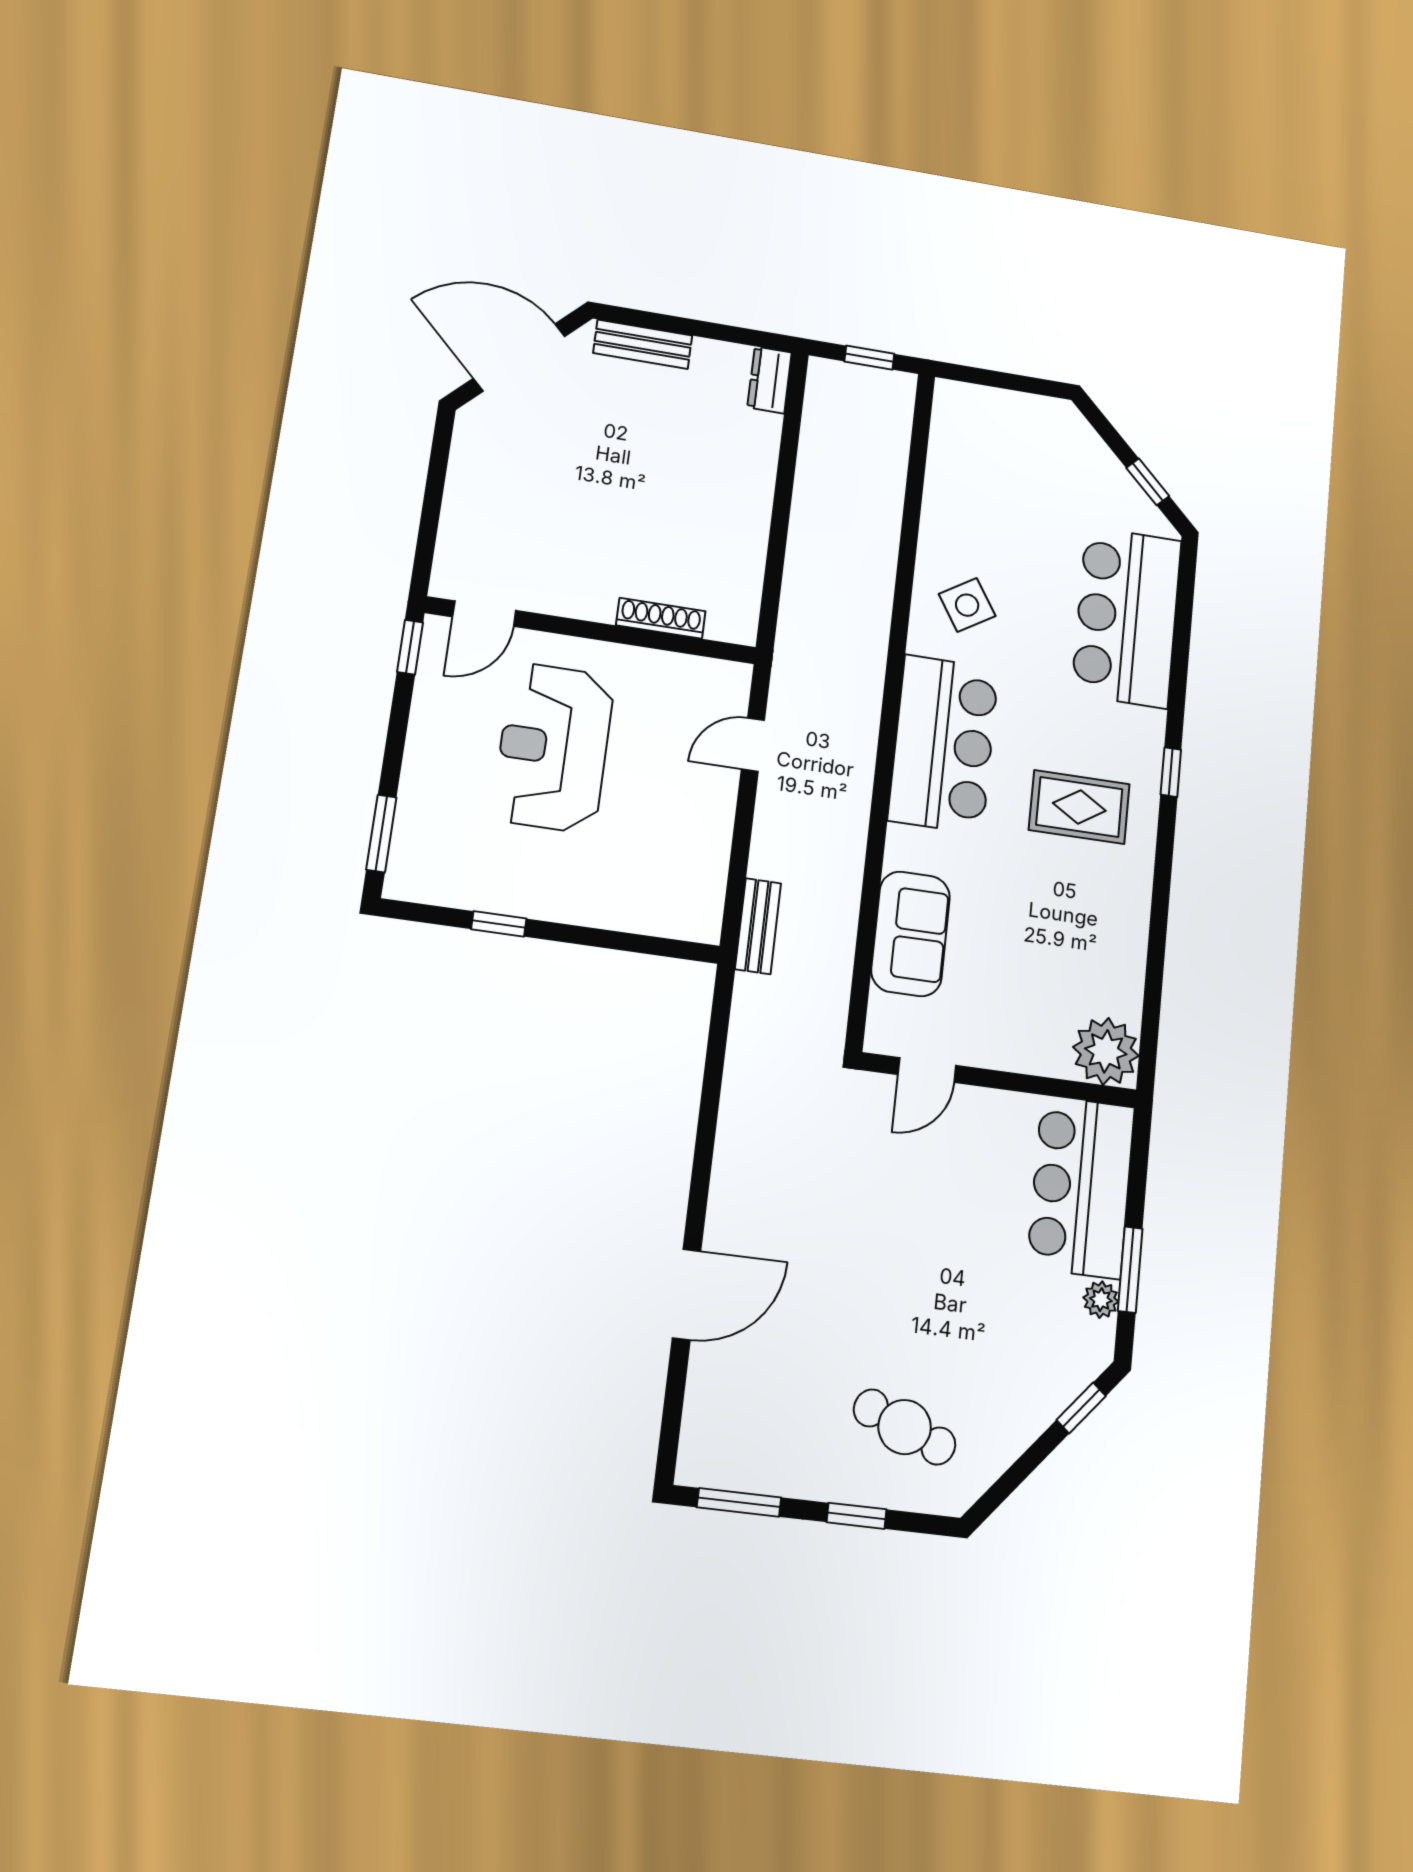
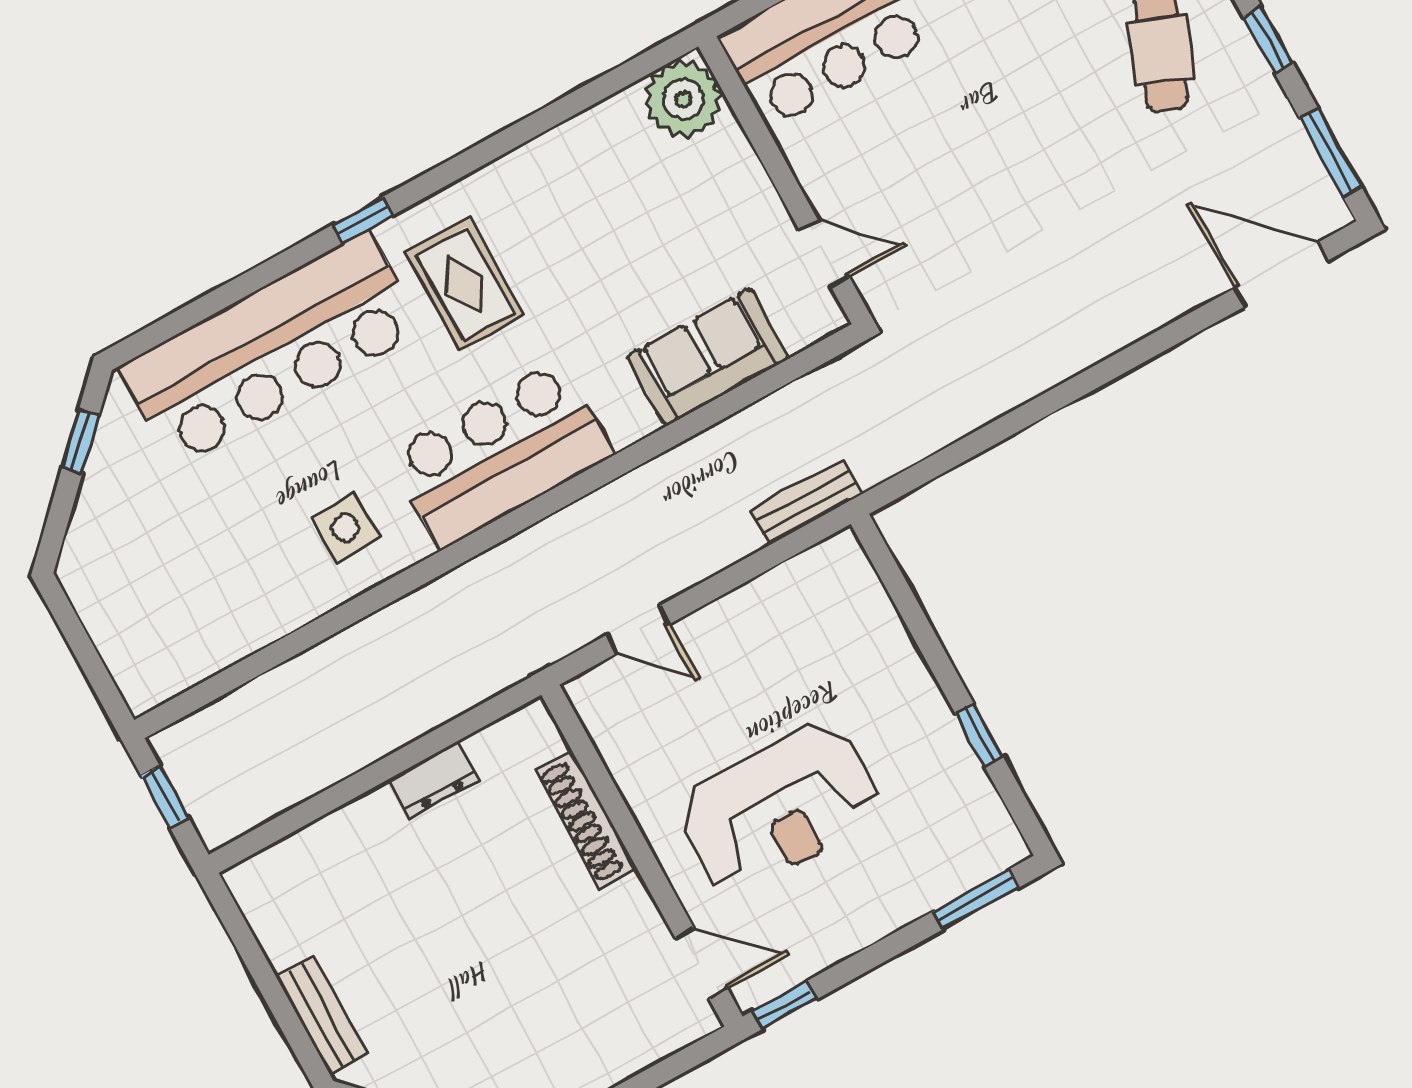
dresser: (770, 380) -> (434, 779), moved
side table: (967, 605) -> (345, 528), turned 32
bar counter: (1127, 617) -> (271, 349), width x1.36
shoe rack: (661, 618) -> (586, 819), width x1.36, depth x1.24
door: (687, 1294) -> (1282, 274), moved

